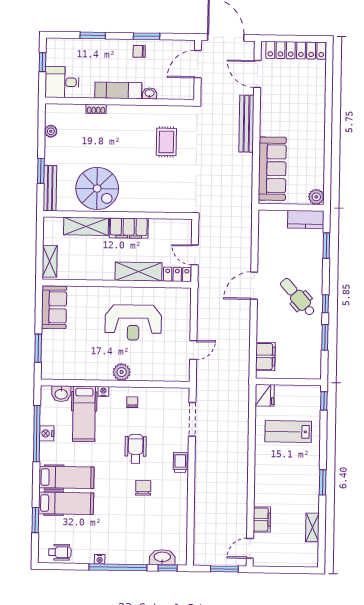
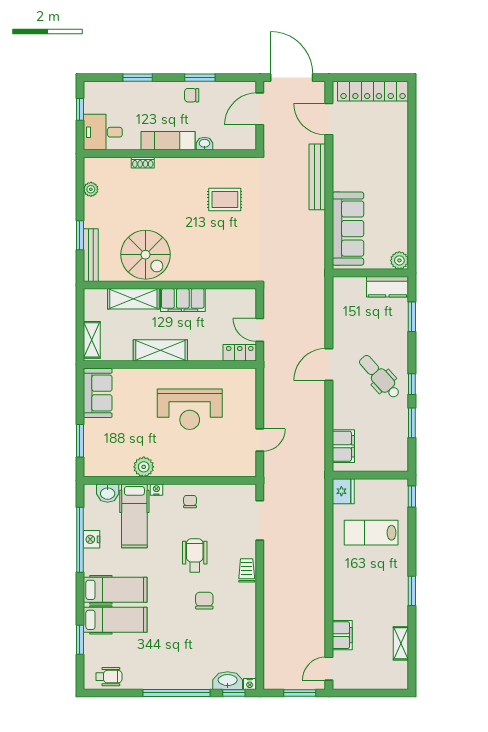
rug: (166, 142) -> (225, 199), turned 90
shelving: (138, 272) -> (160, 350), moved
plant: (122, 372) -> (144, 467), moved
nightstand: (100, 559) -> (250, 684), moved

